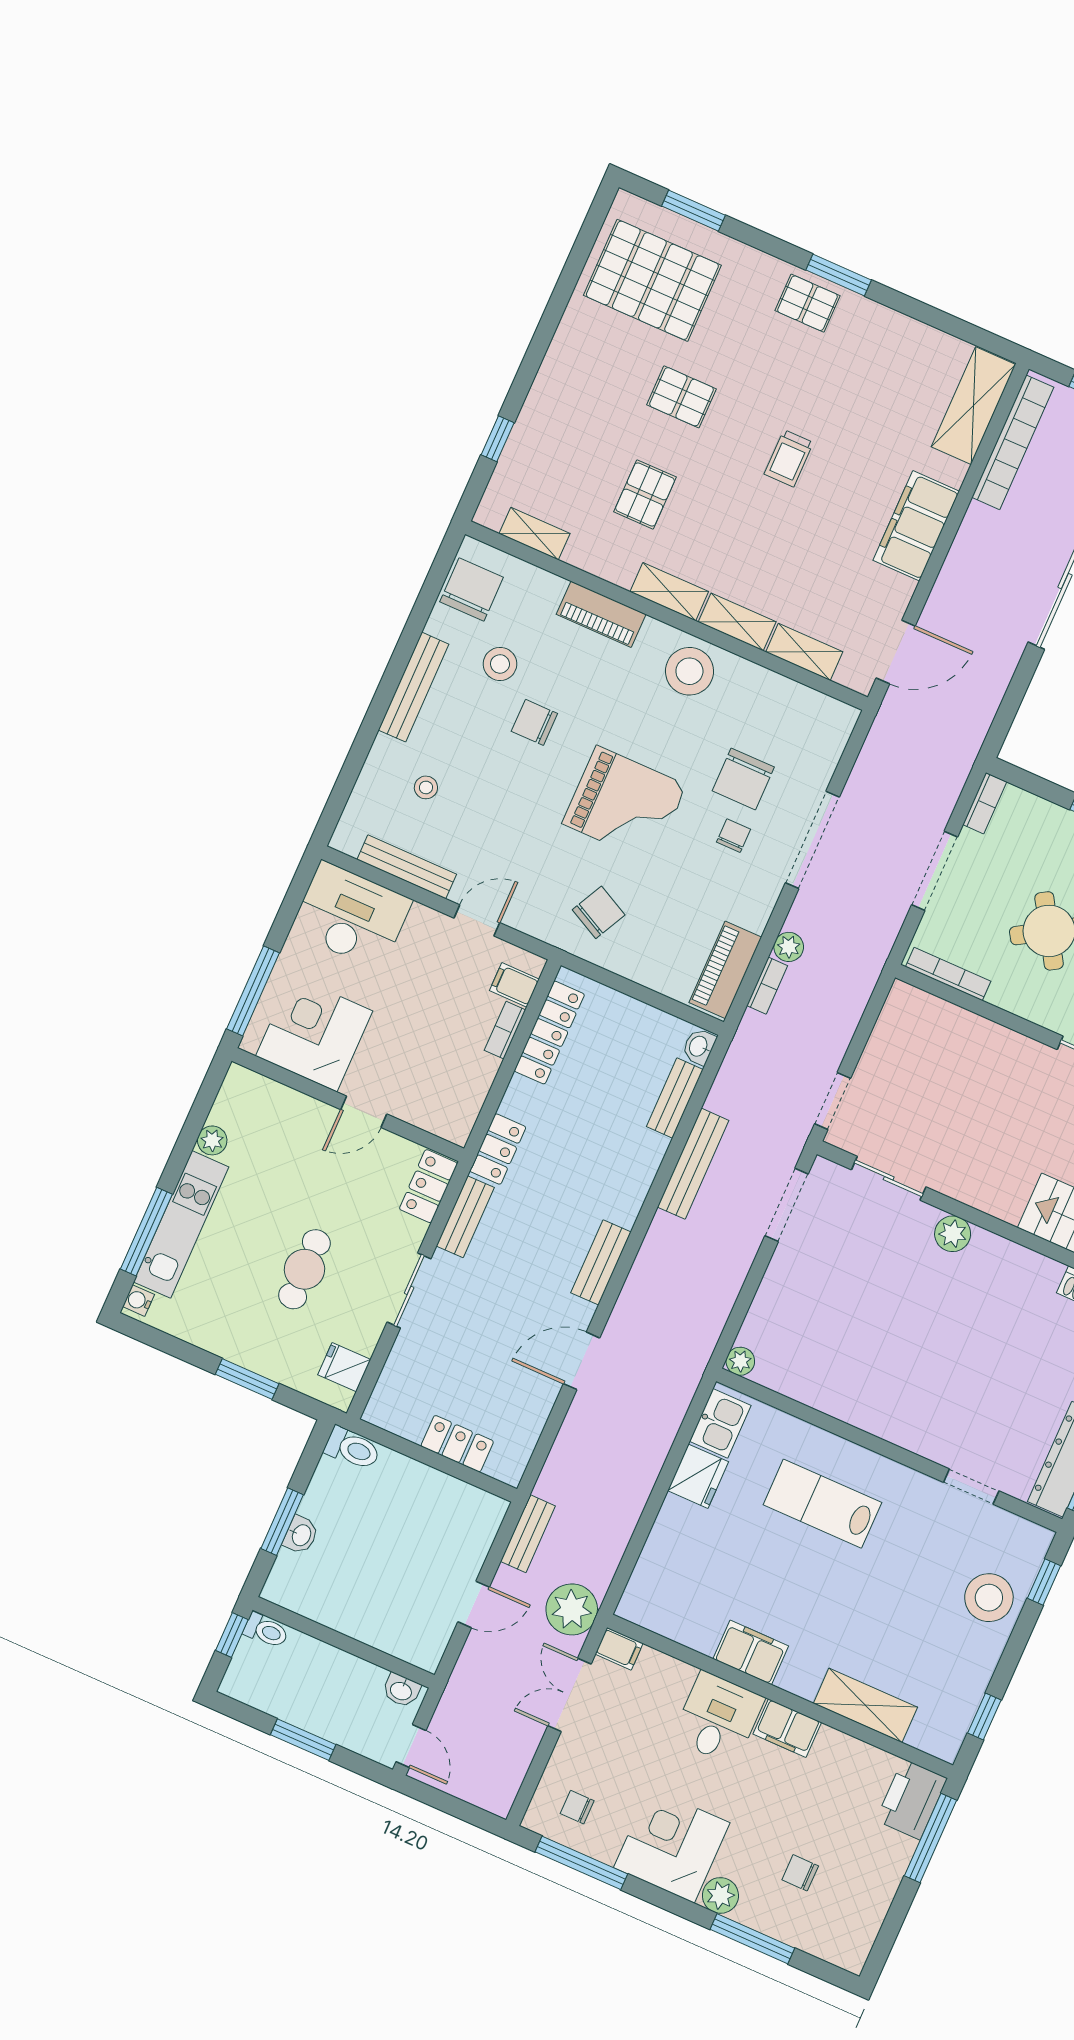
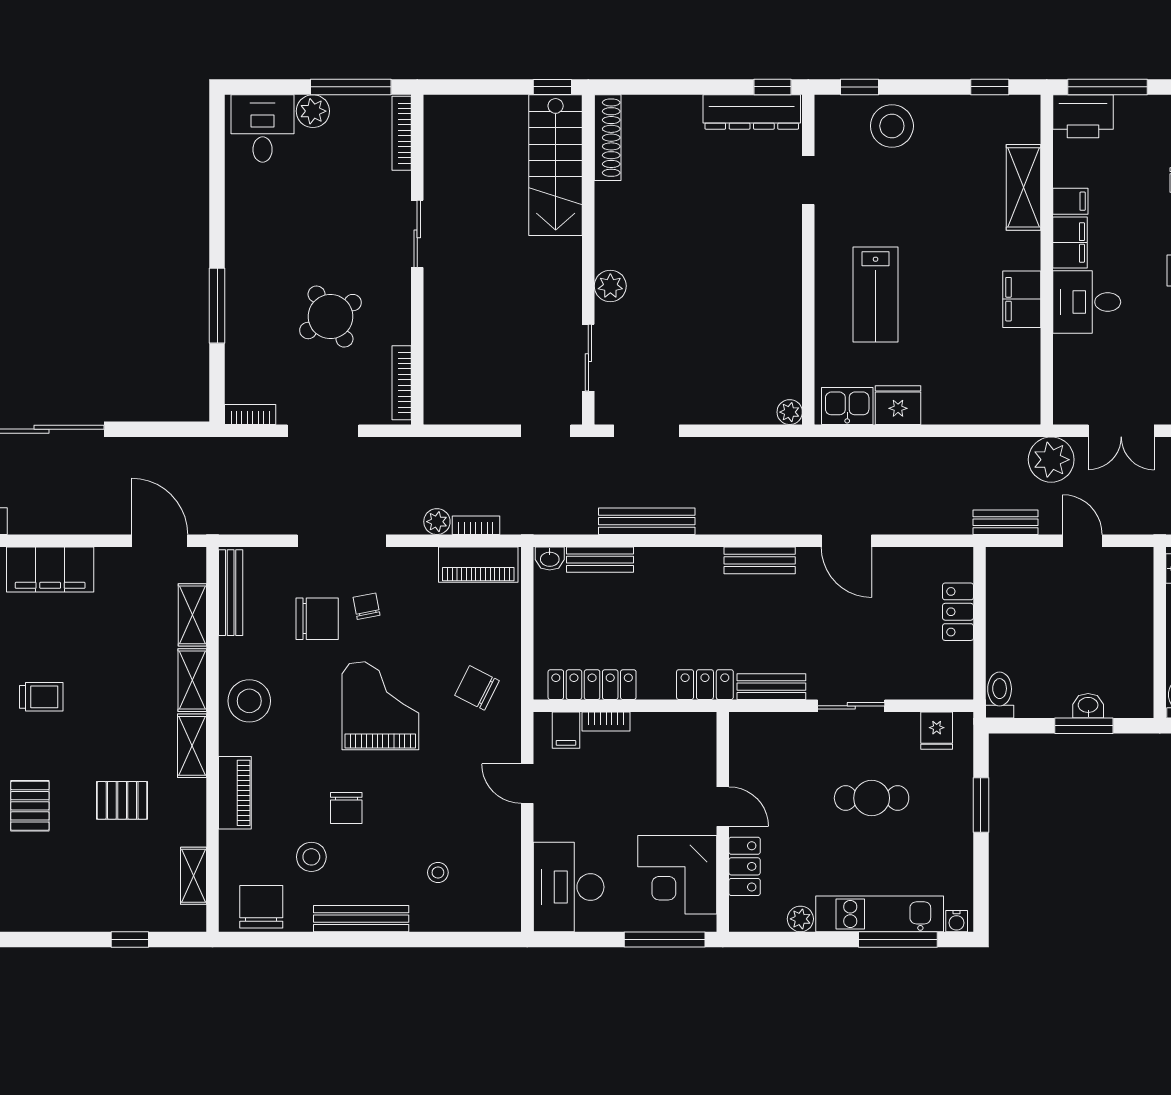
chair: (472, 590) -> (261, 907), turned 90
chair: (734, 836) -> (367, 606), turned 79
bench: (407, 867) -> (231, 593), moved
locker: (428, 1186) -> (745, 866), moved, turned -90
filing cabinet: (619, 1649) -> (1070, 201), moved, turned 90

